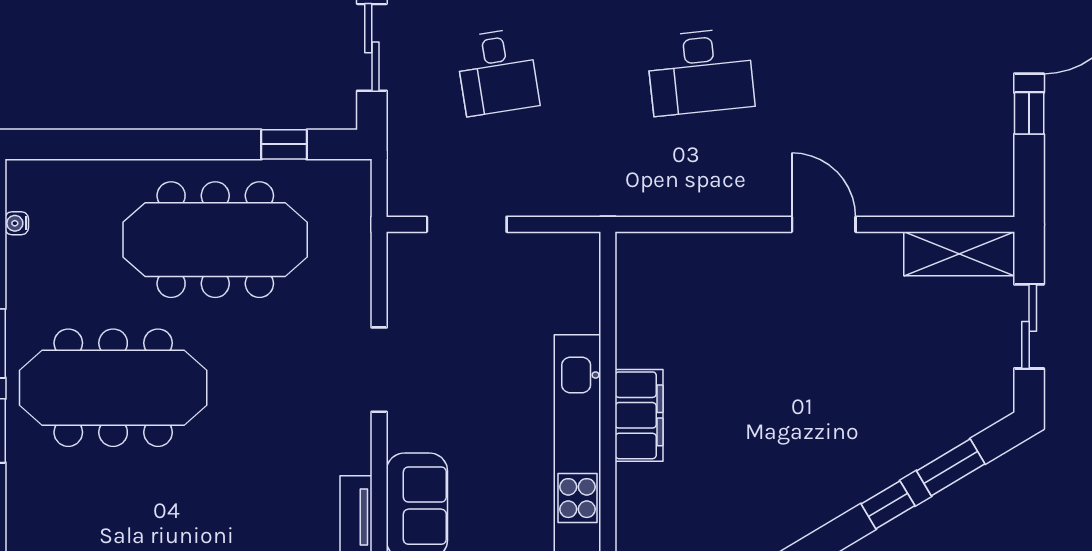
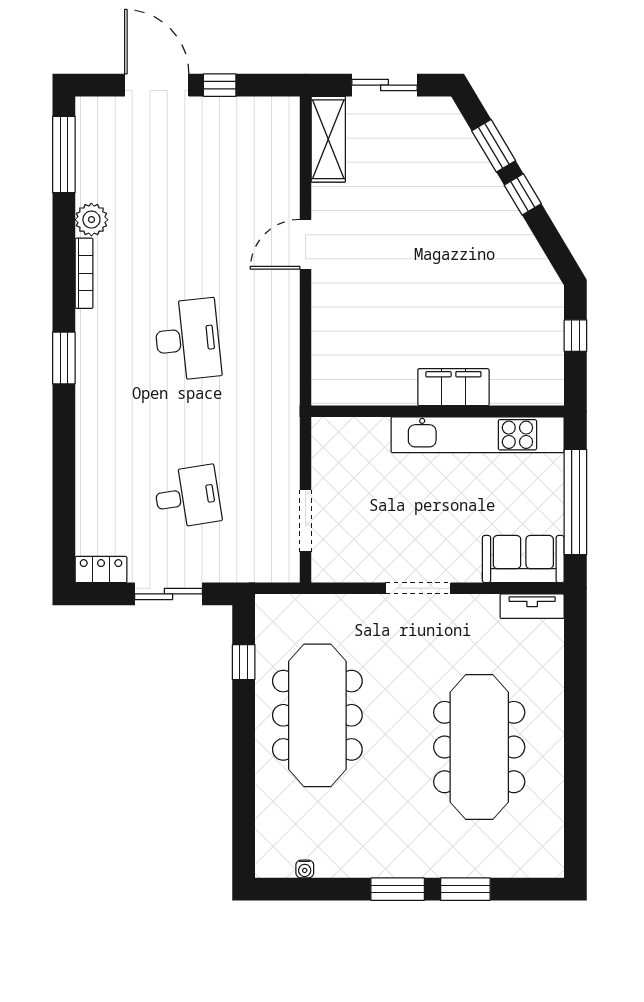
meeting table: (113, 388) -> (479, 747), moved

